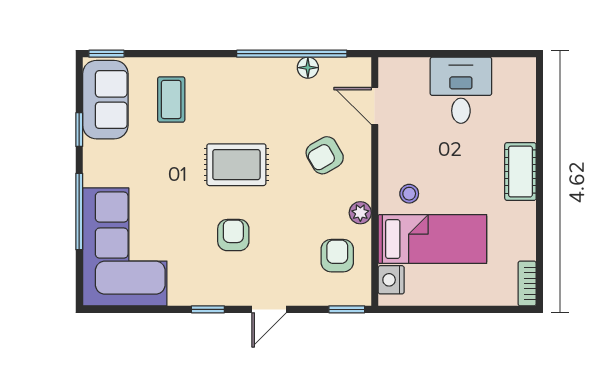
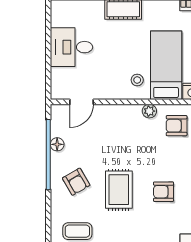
armchair: (325, 155) -> (76, 182), moved

